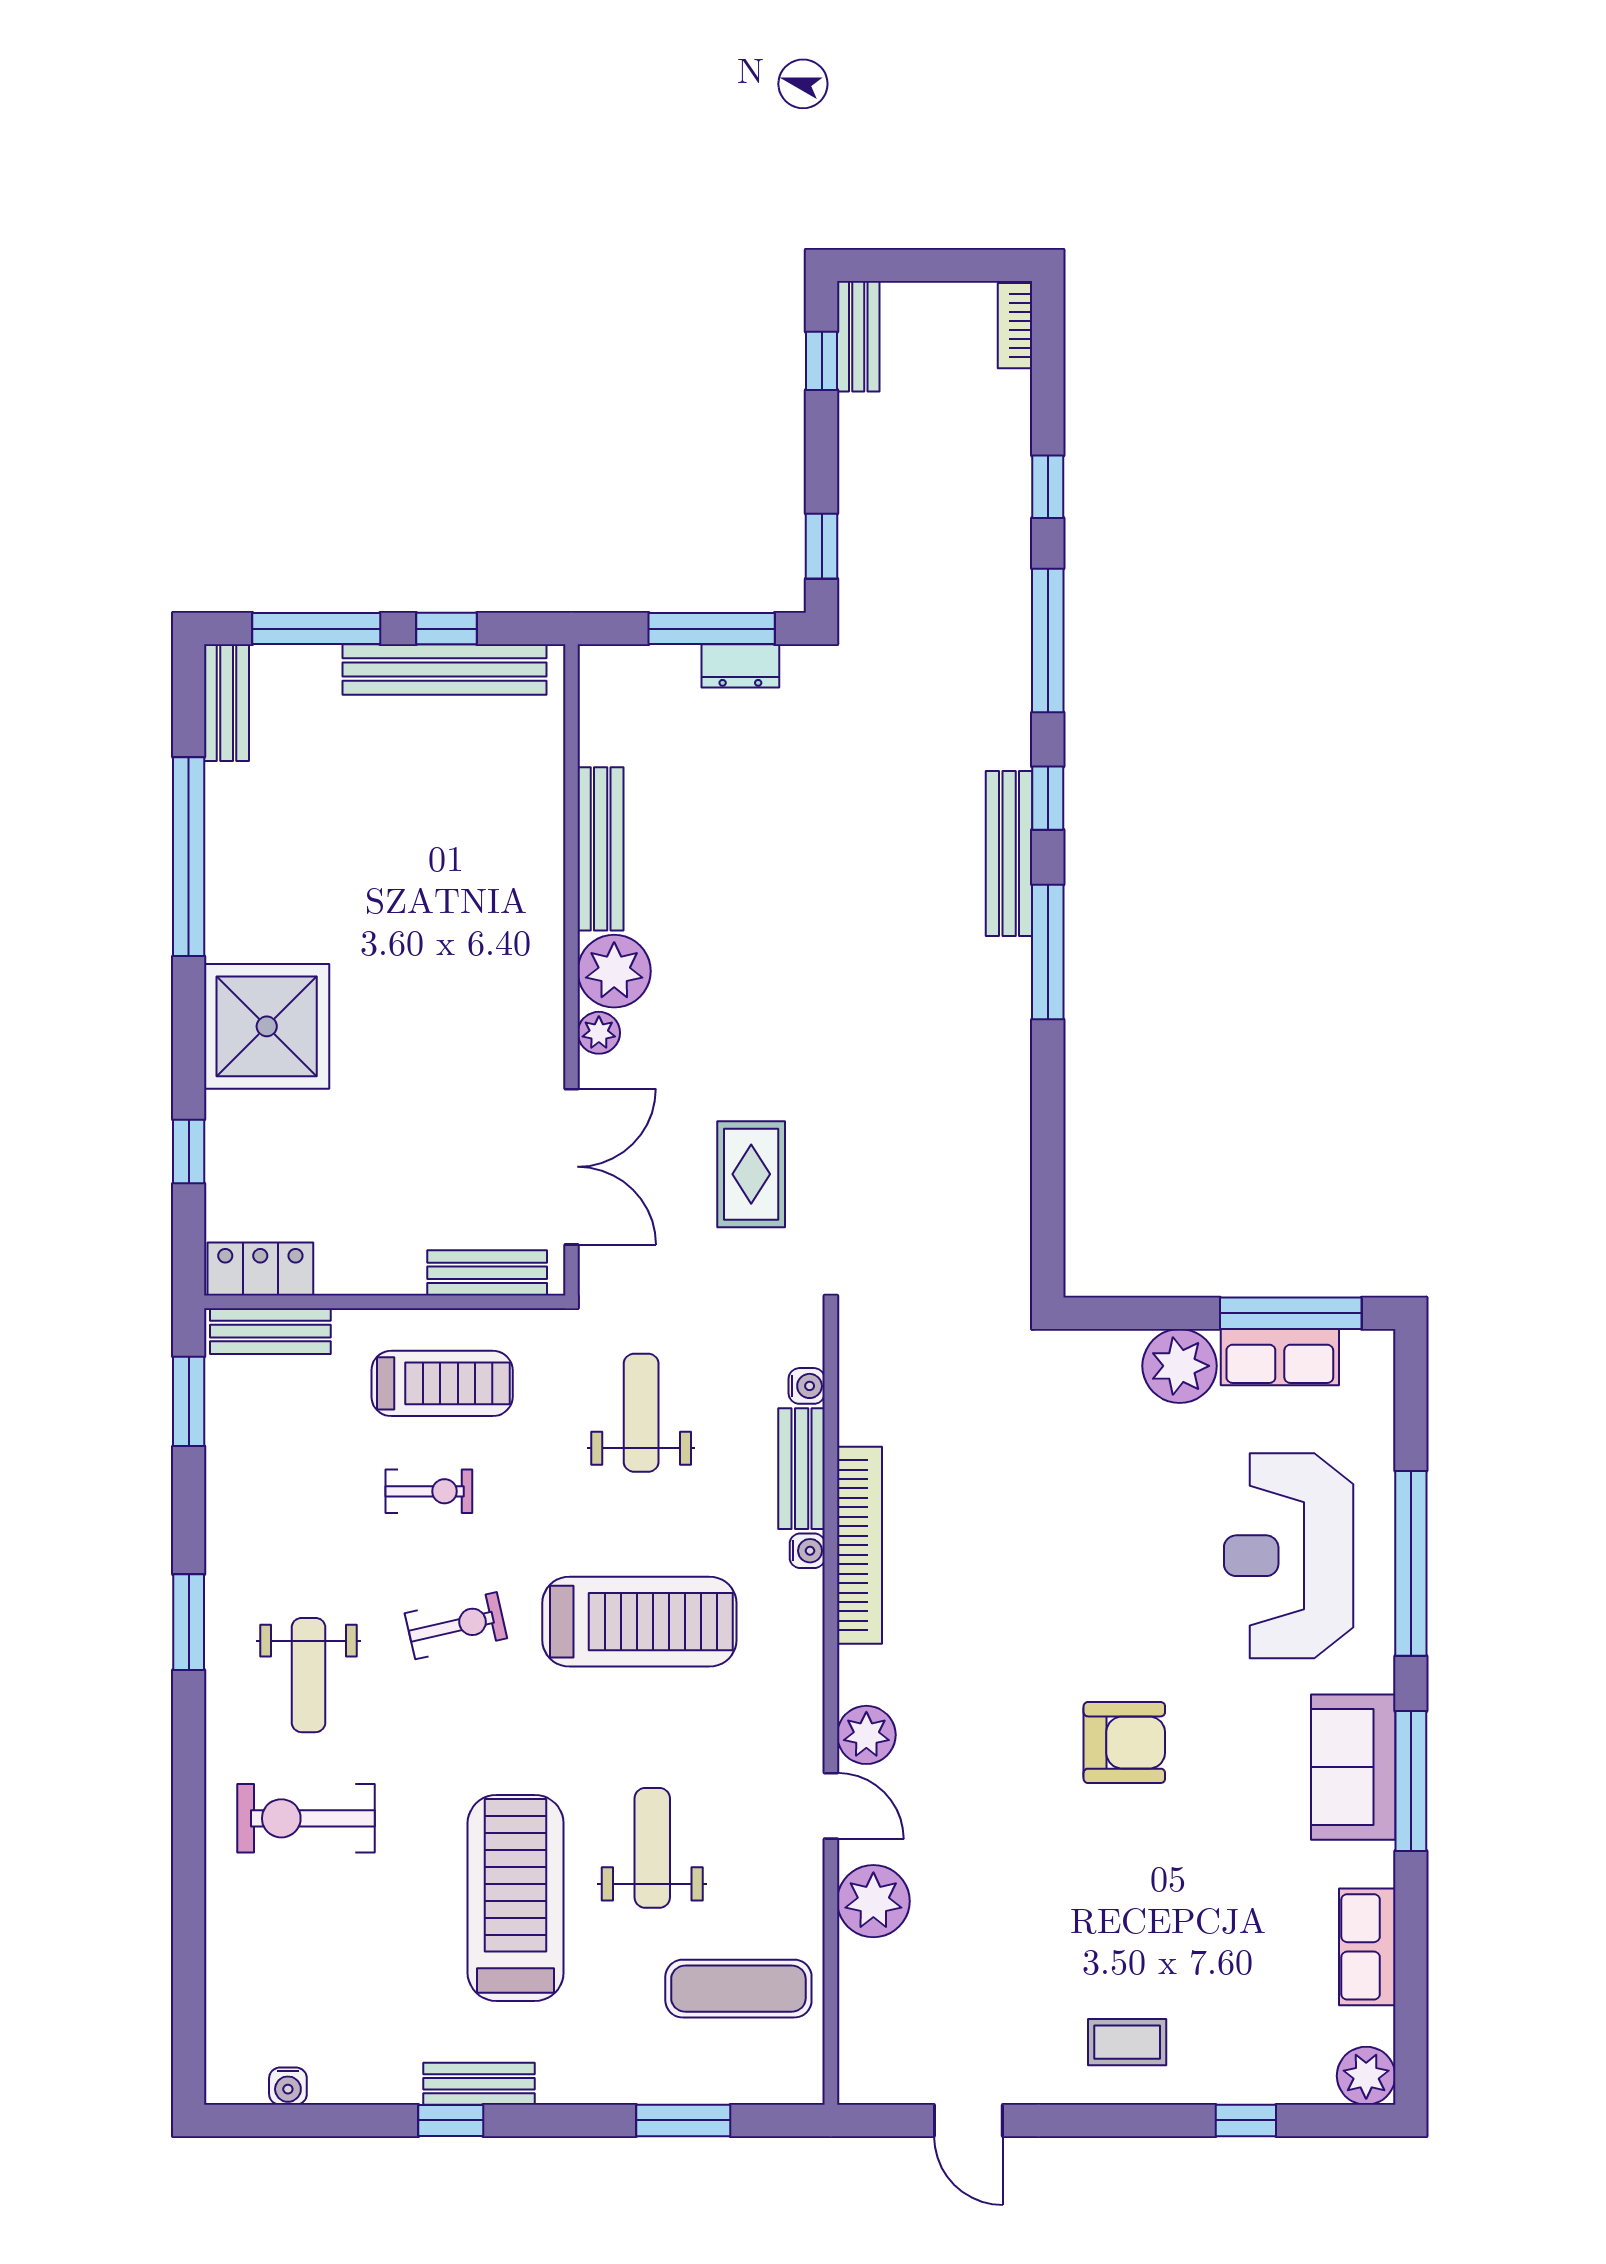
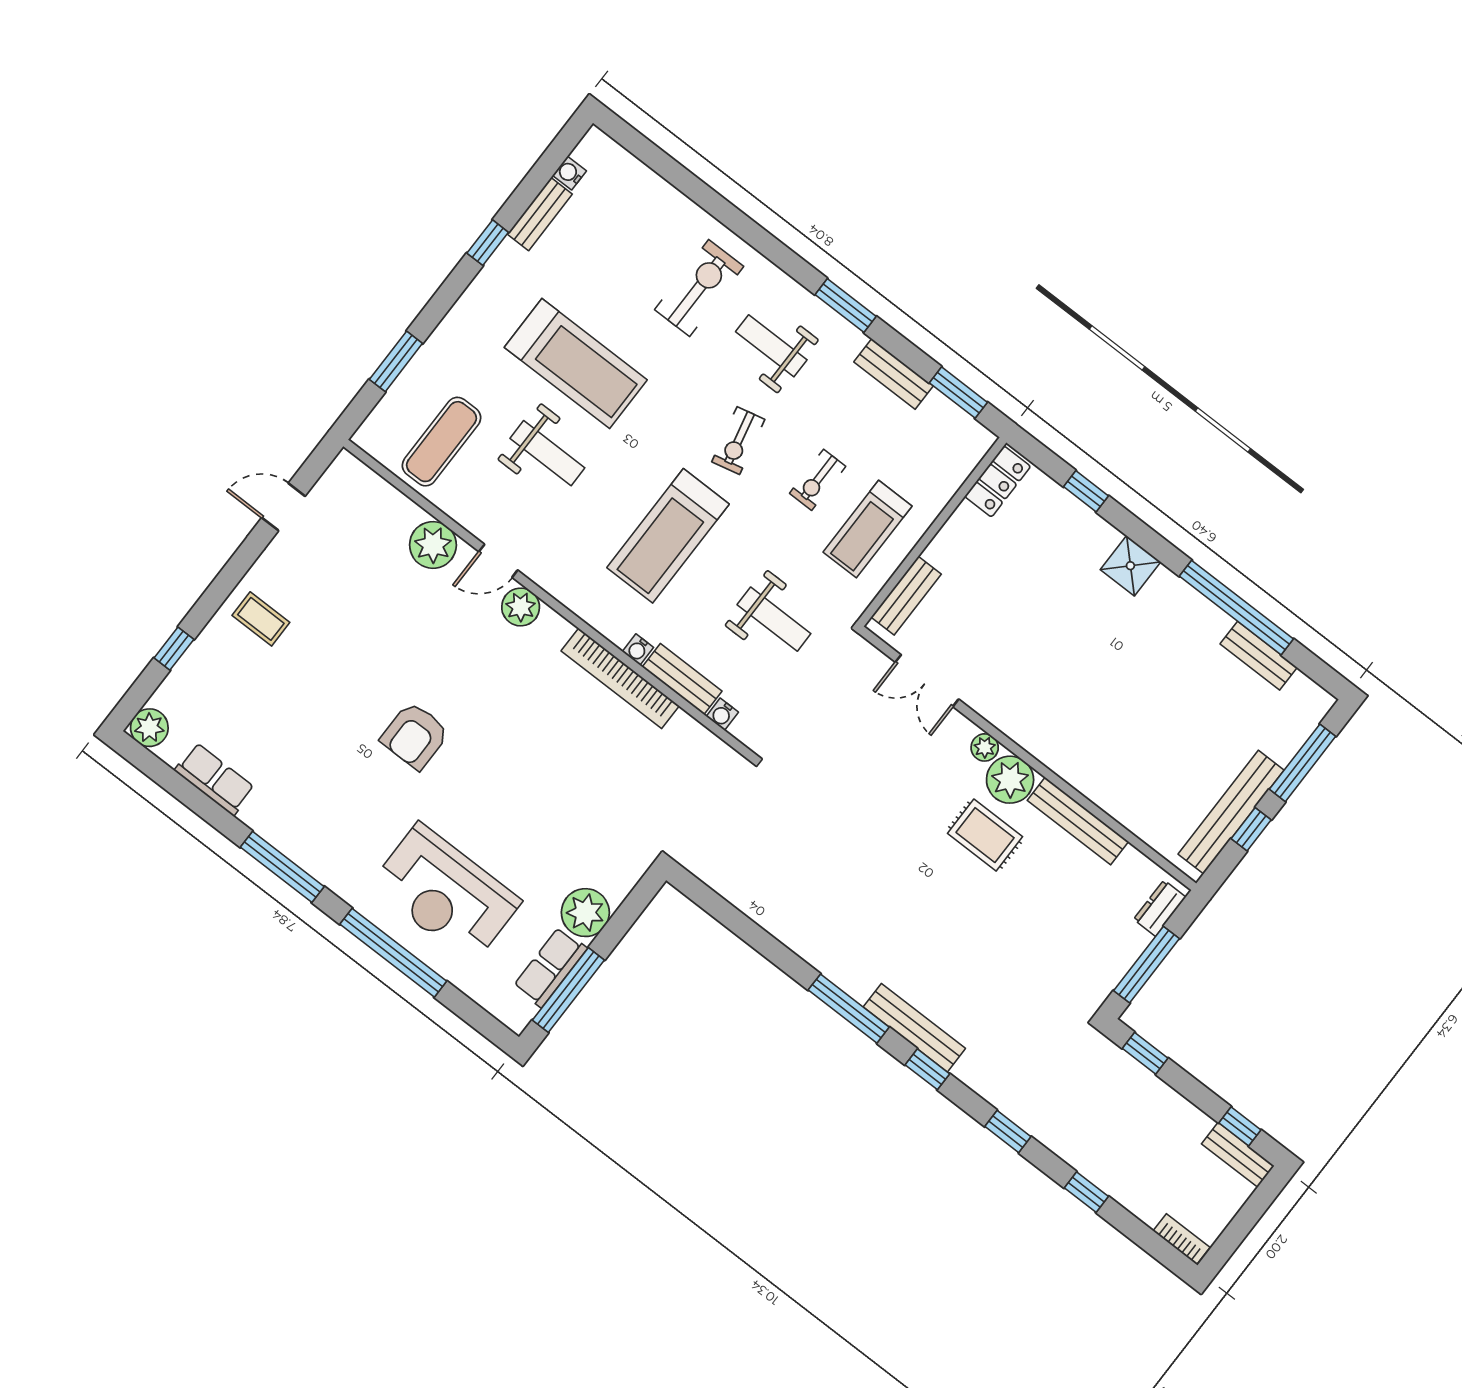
window: (1048, 640) -> (1008, 1132), width x0.46
dresser: (740, 666) -> (1160, 908), moved
bench: (227, 703) -> (1259, 656), moved
shower: (267, 1026) -> (1130, 566), width x0.54, depth x0.54
double door: (572, 1167) -> (927, 681), width x0.73
rug: (751, 1174) -> (985, 835), moved
bench: (270, 1331) -> (893, 374), moved, turned 90
reception desk: (1289, 1556) -> (445, 893), turned 180
sofa: (1353, 1767) -> (312, 843), removed
coffee table: (1127, 2042) -> (261, 619), turned 90
bench: (479, 2084) -> (540, 214), moved

